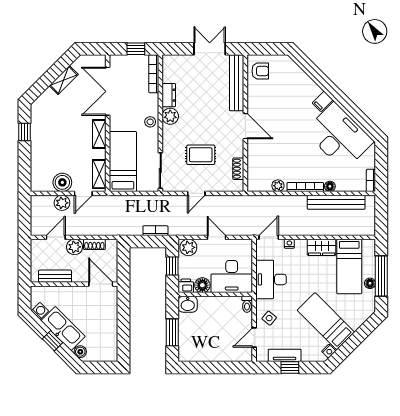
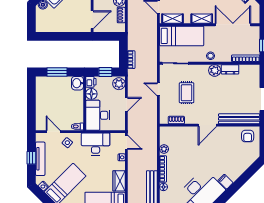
tv unit: (285, 355) -> (40, 159), width x1.41

